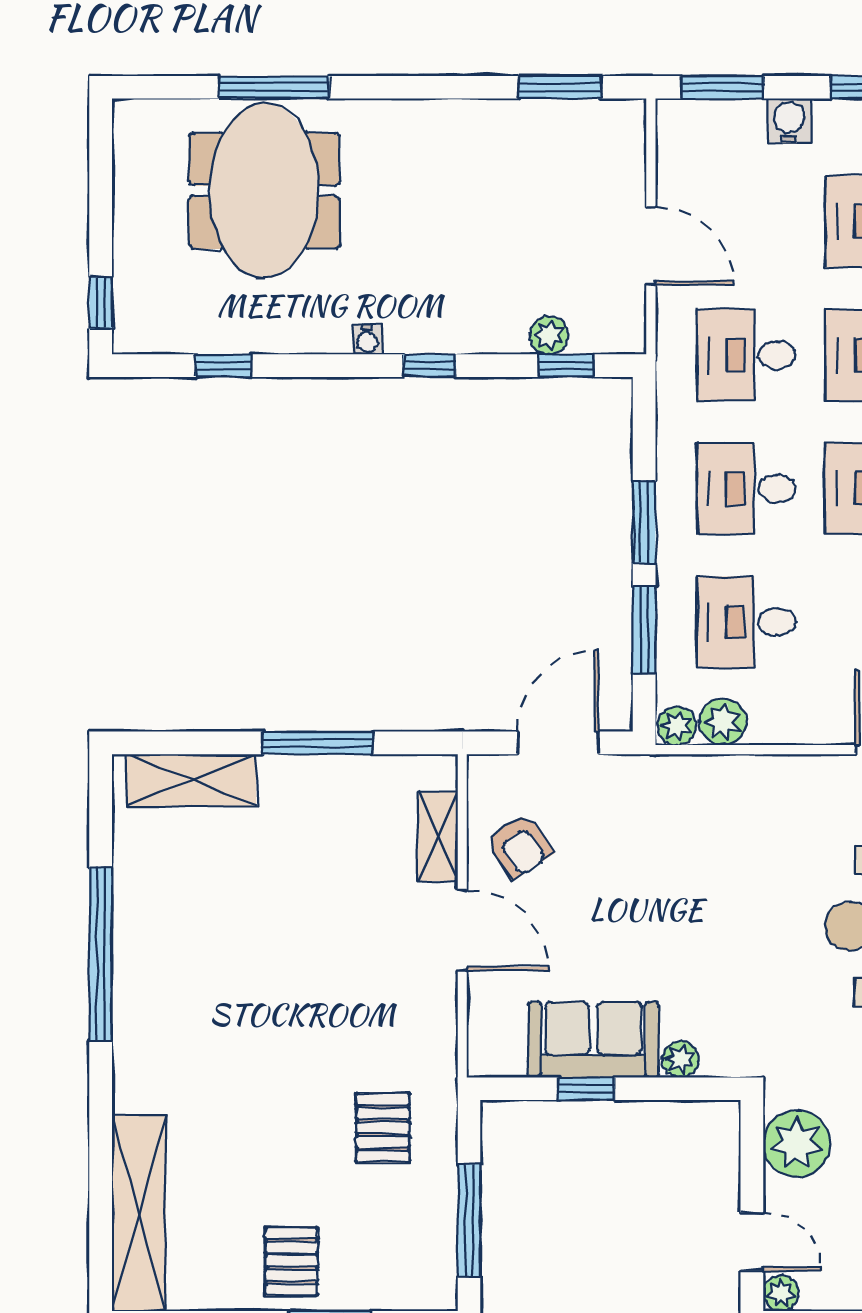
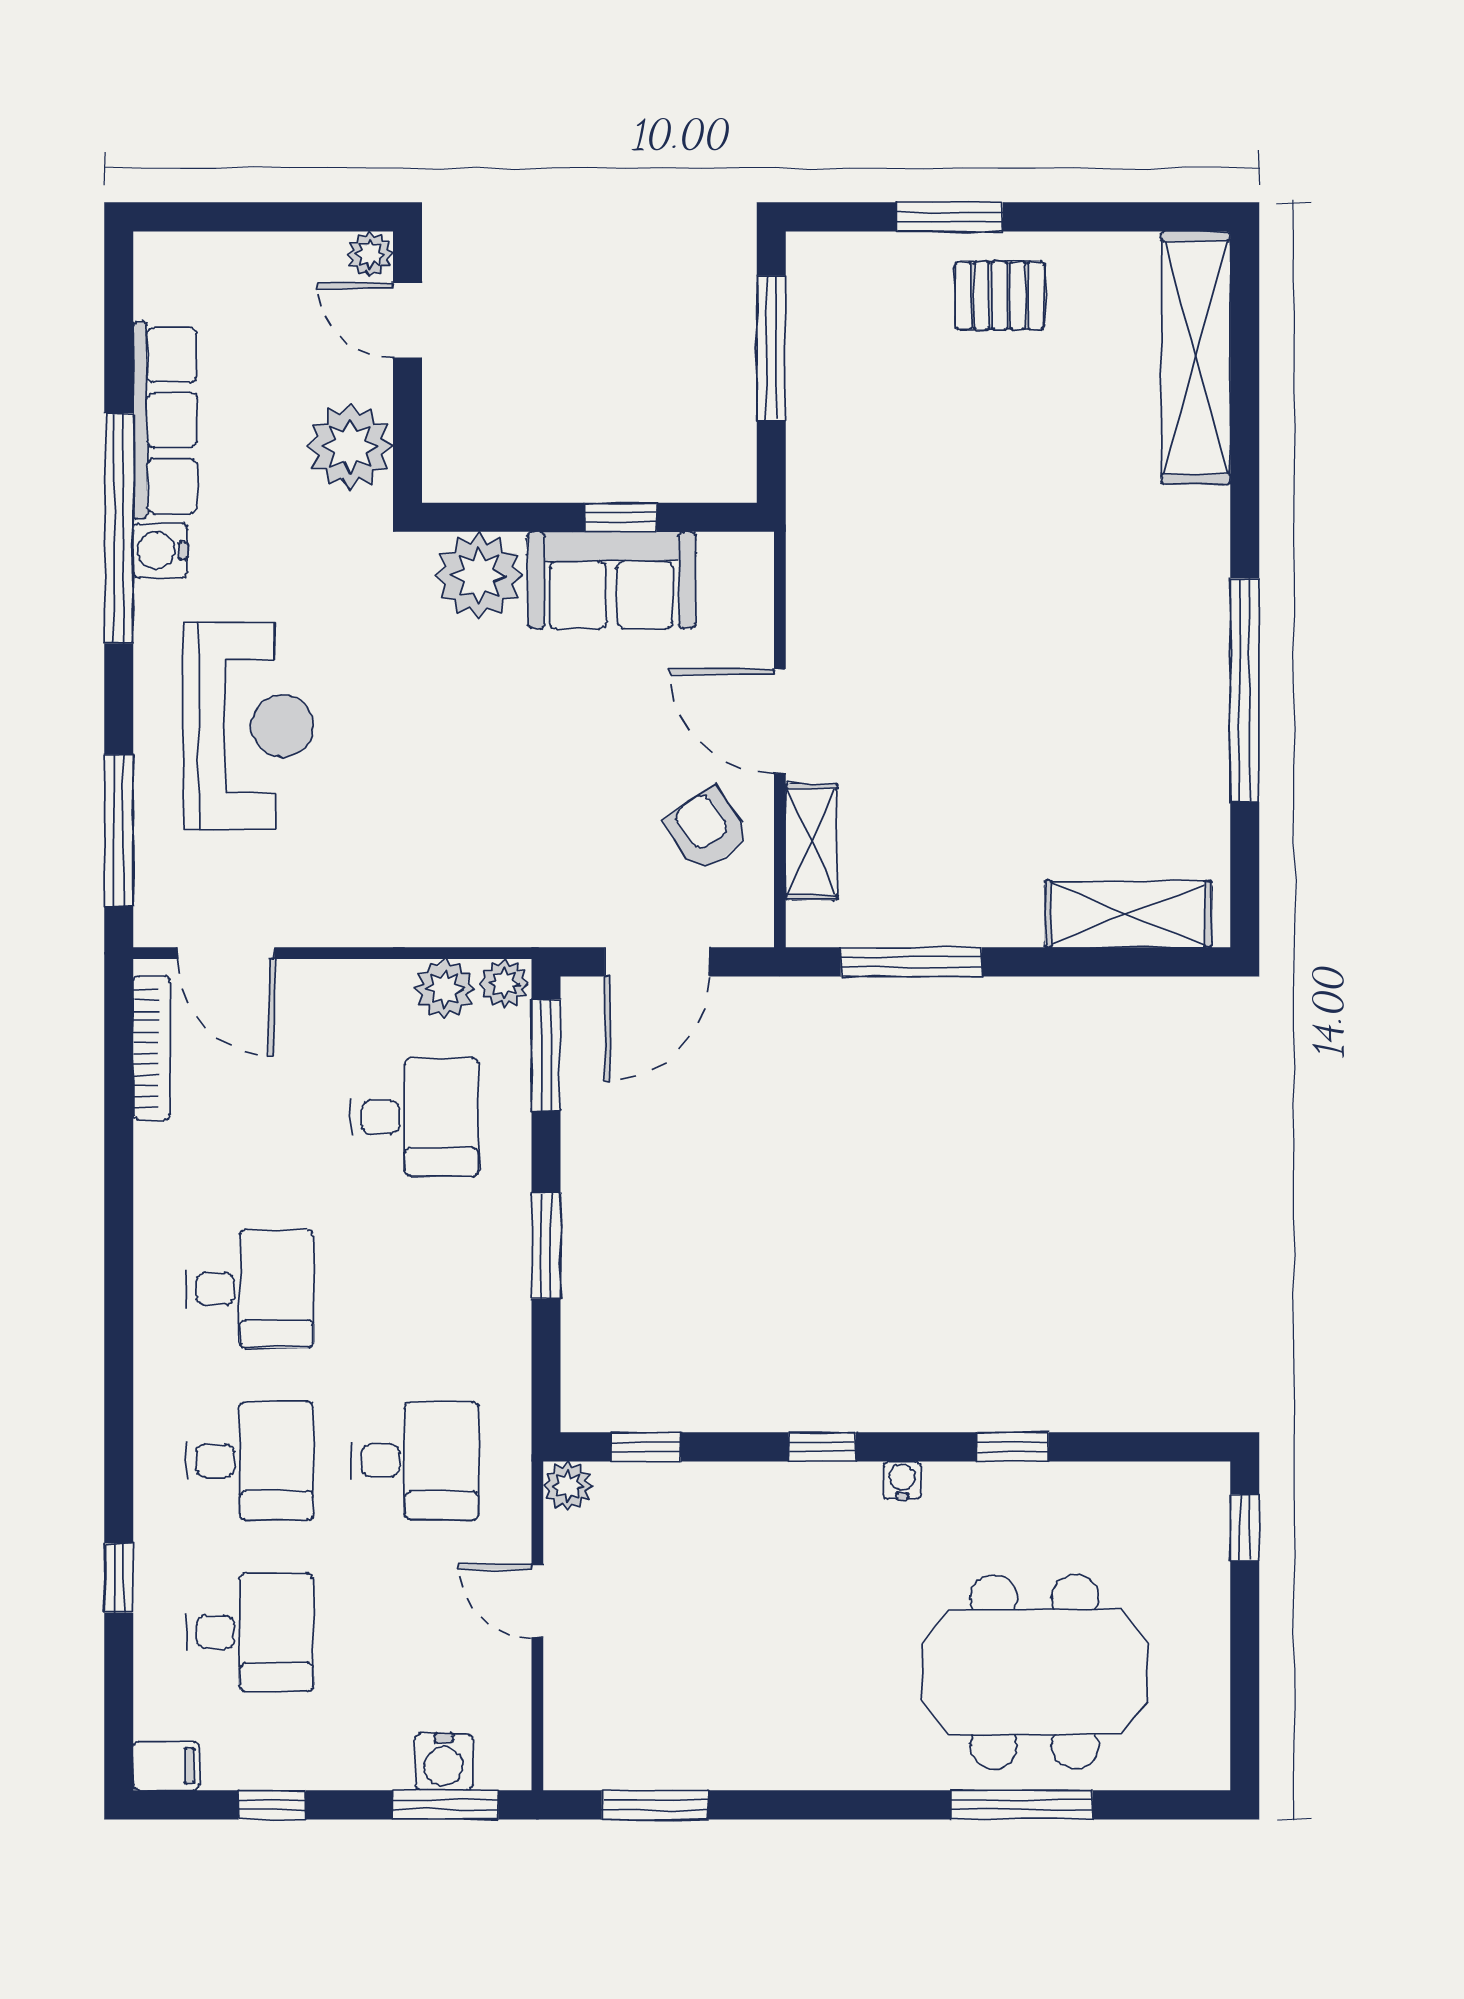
water cooler: (789, 121) -> (444, 1762), moved
meeting table: (264, 191) -> (1034, 1672), turned 90
door: (651, 246) -> (537, 1601), width x0.73
plant: (549, 335) -> (568, 1486), moved
window: (224, 366) -> (1013, 1447), moved
desk: (746, 489) -> (415, 1289), removed
window: (644, 630) -> (546, 1055), moved
window: (317, 743) -> (911, 962), moved
plant: (680, 1059) -> (479, 576), width x1.88, depth x1.88
pallet: (383, 1128) -> (882, 467), removed
pallet: (291, 1261) -> (1000, 296), turned 90

